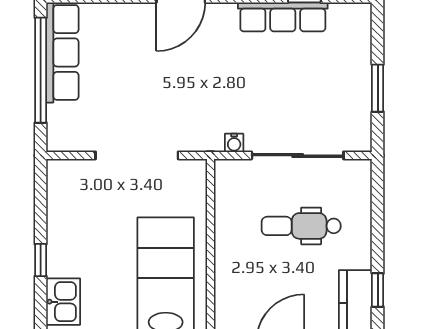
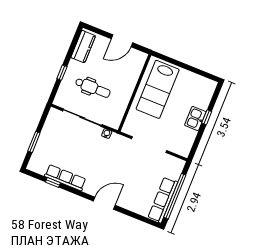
window: (378, 88) -> (34, 142), moved
window: (378, 290) -> (62, 73), moved
kitchen sink: (63, 302) -> (195, 119), moved

